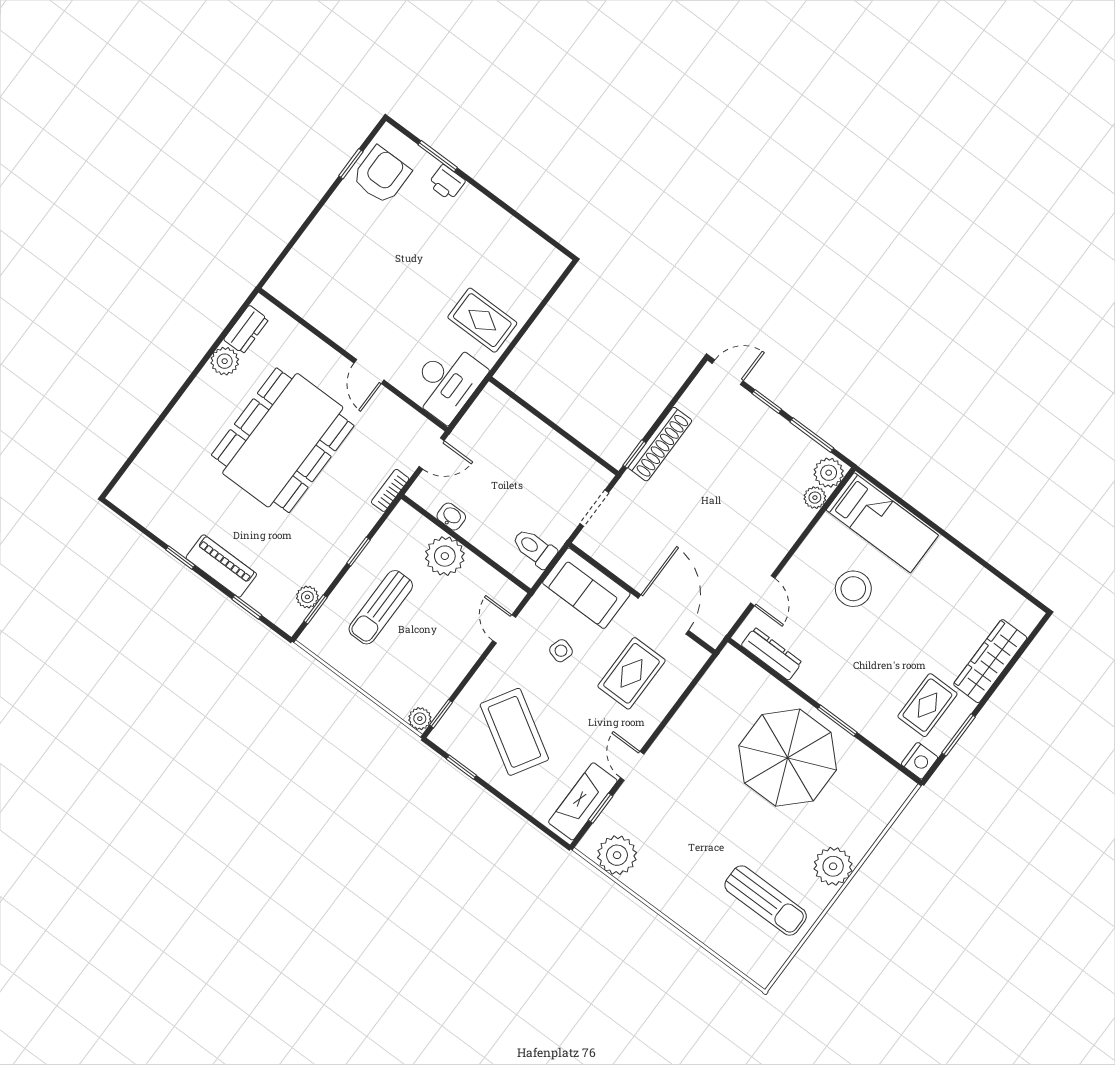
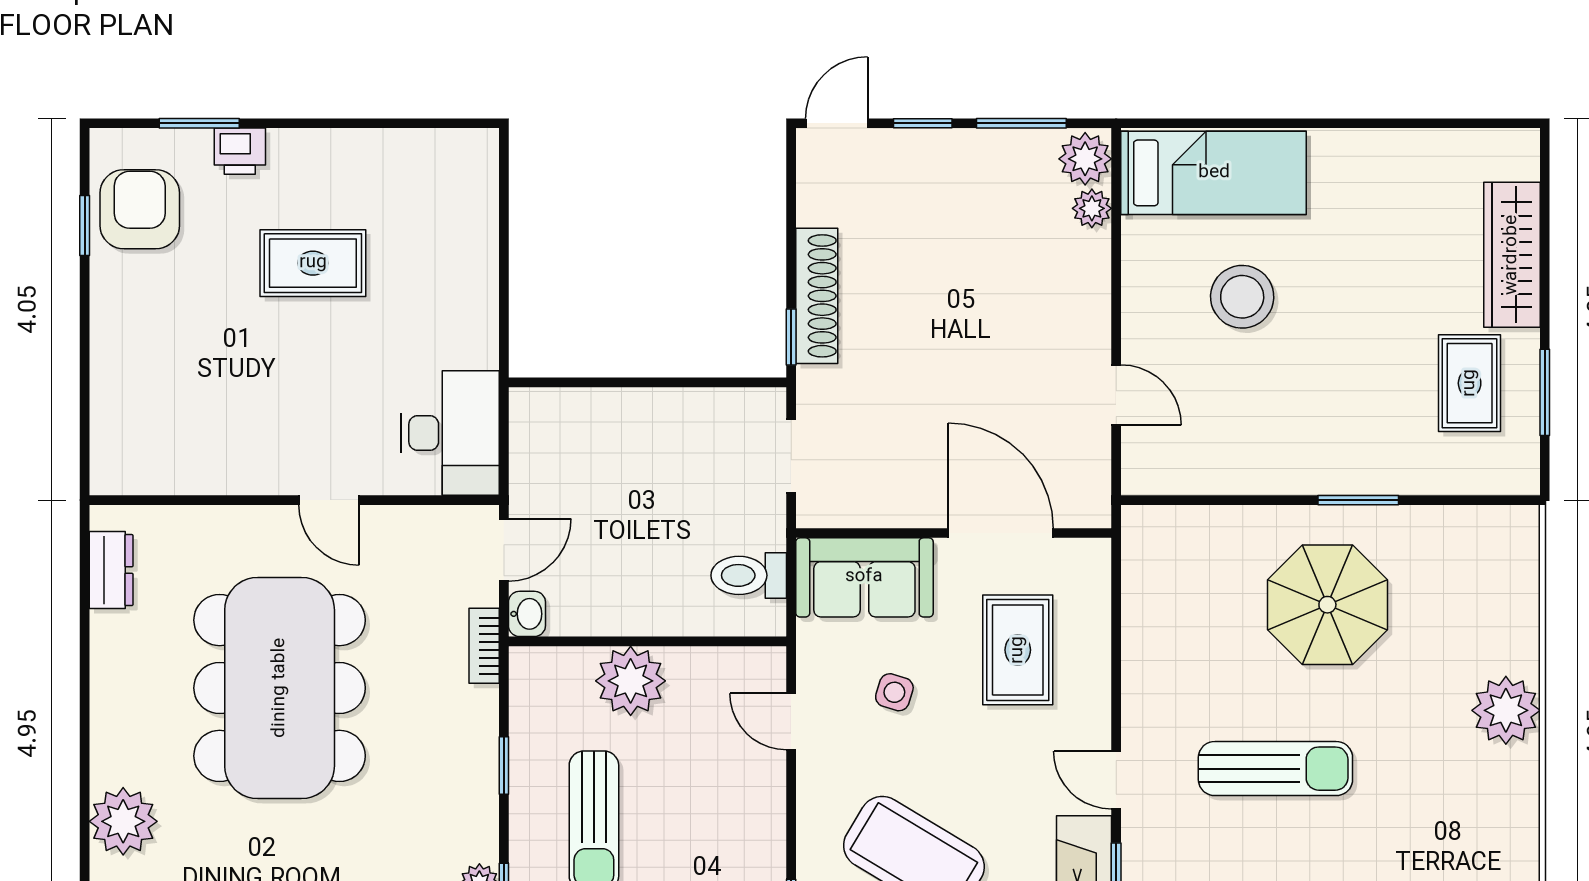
rug: (482, 320) -> (313, 263), moved
plant: (225, 361) -> (123, 821), moved, width x1.36, depth x1.36
washbasin: (451, 517) -> (527, 614), moved, turned 90
dresser: (772, 654) -> (1195, 475), removed
parasol: (788, 758) -> (1327, 605), width x0.73, depth x0.73
nightstand: (919, 761) -> (1517, 470), removed
sun lounger: (766, 901) -> (1275, 769), moved

